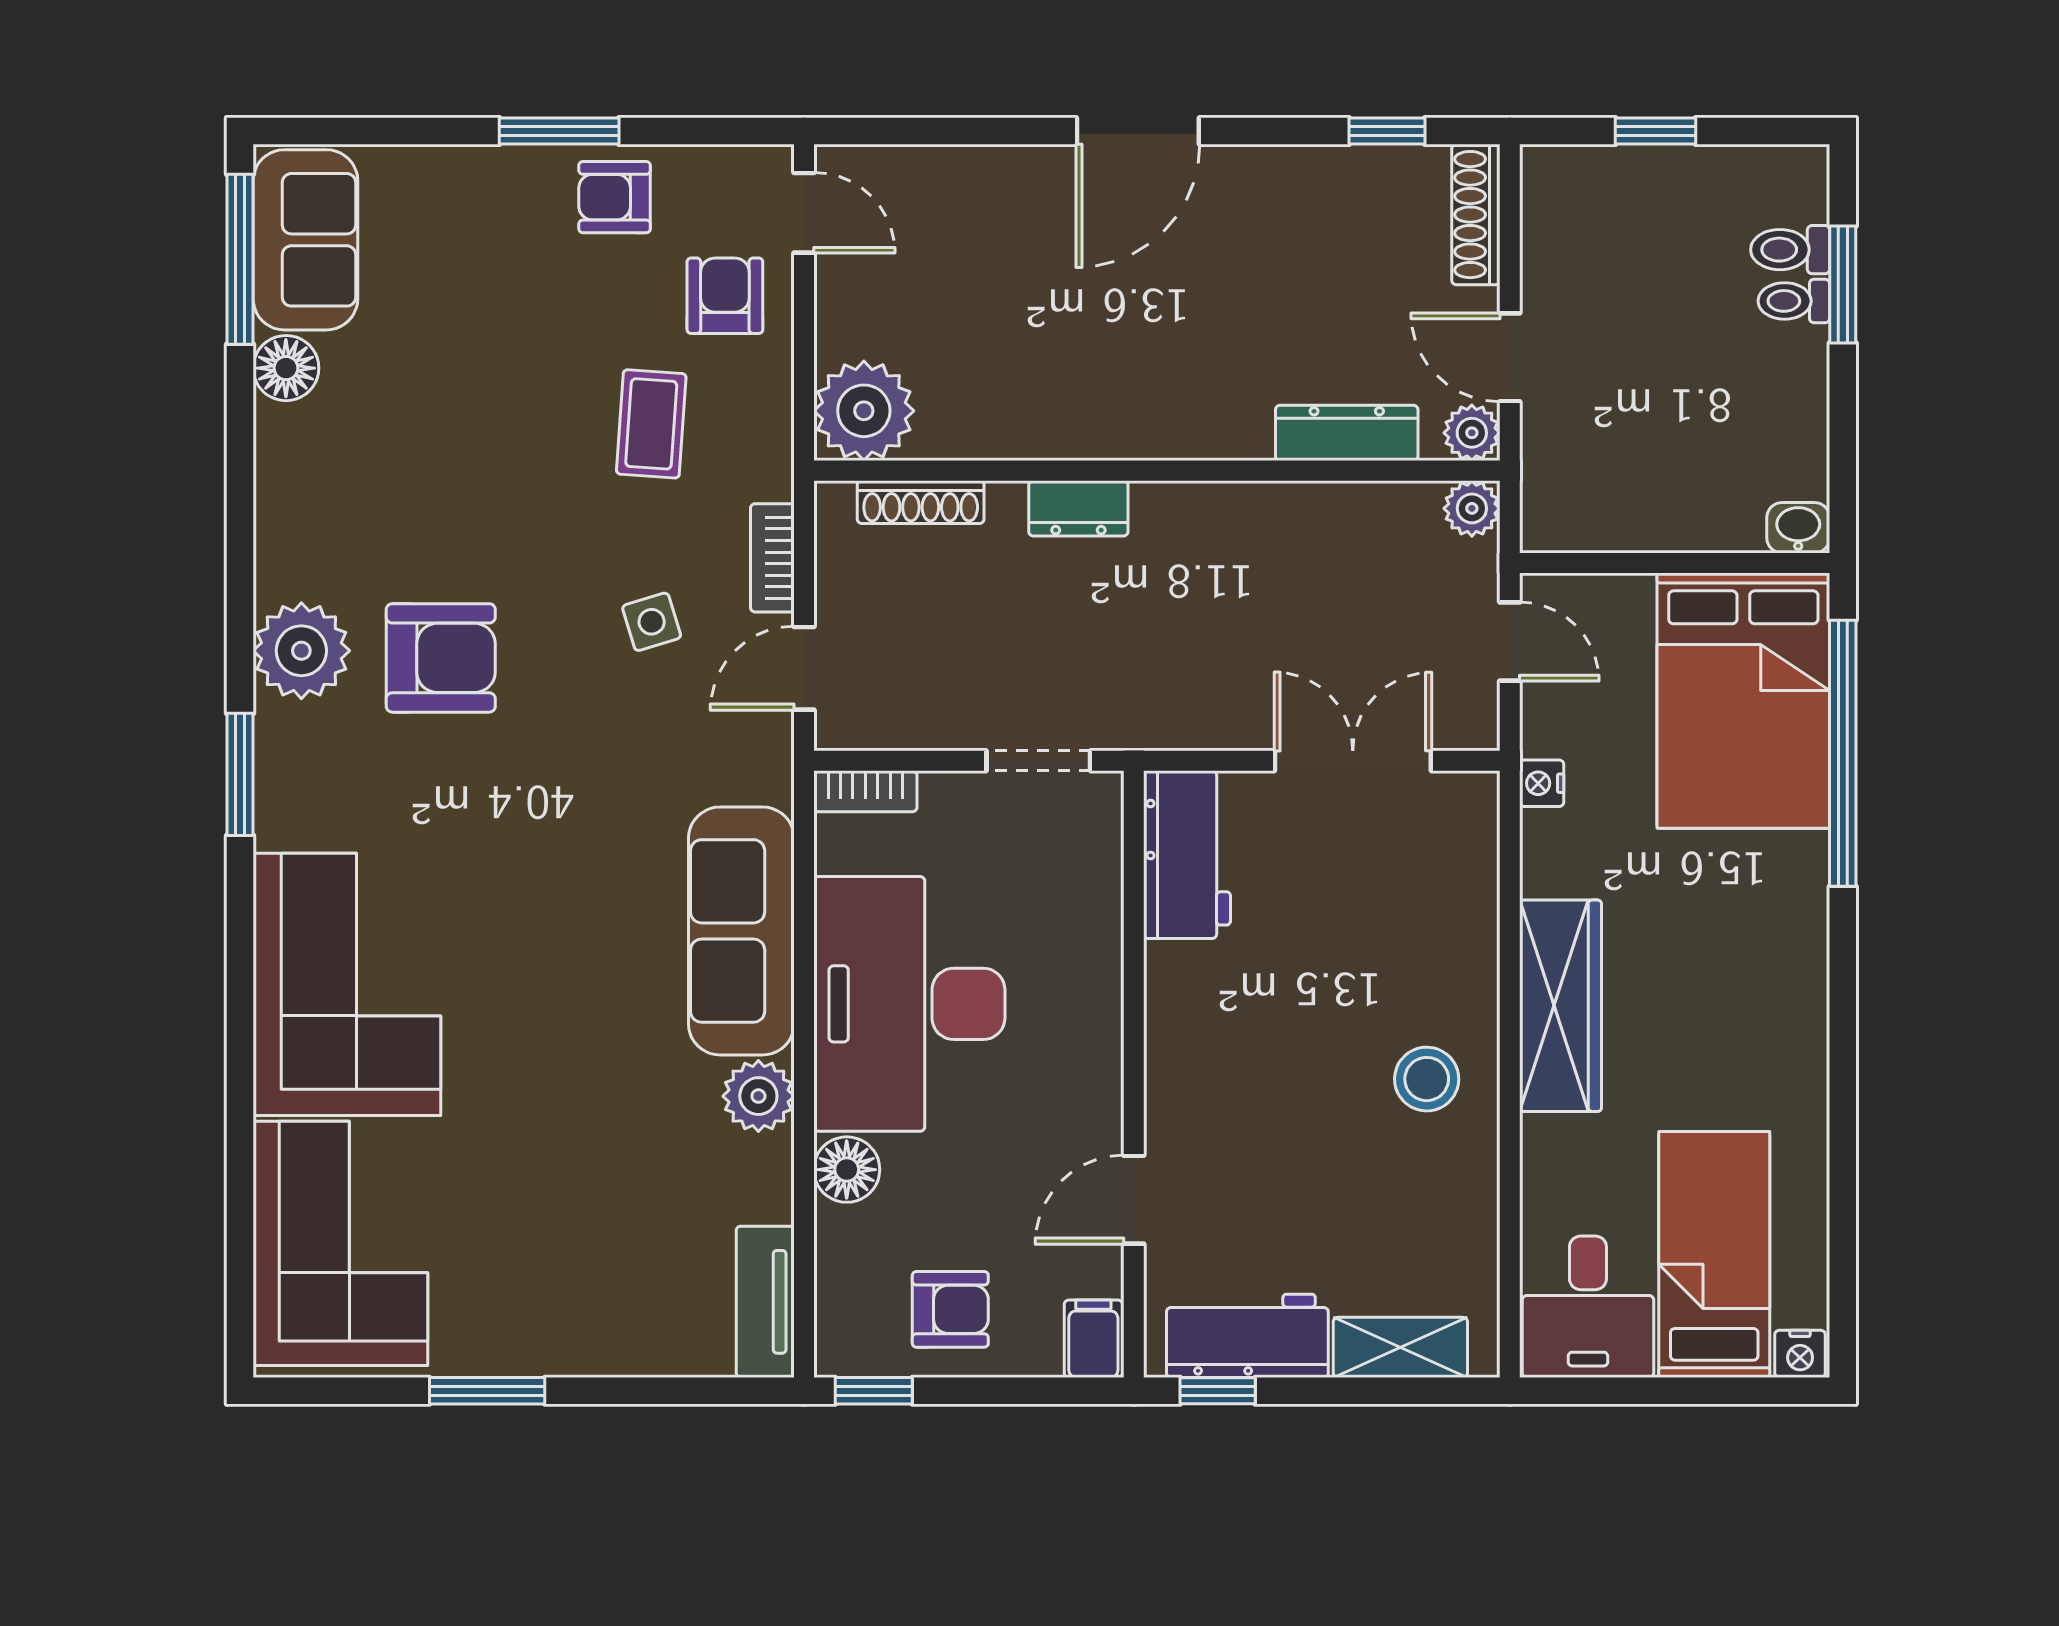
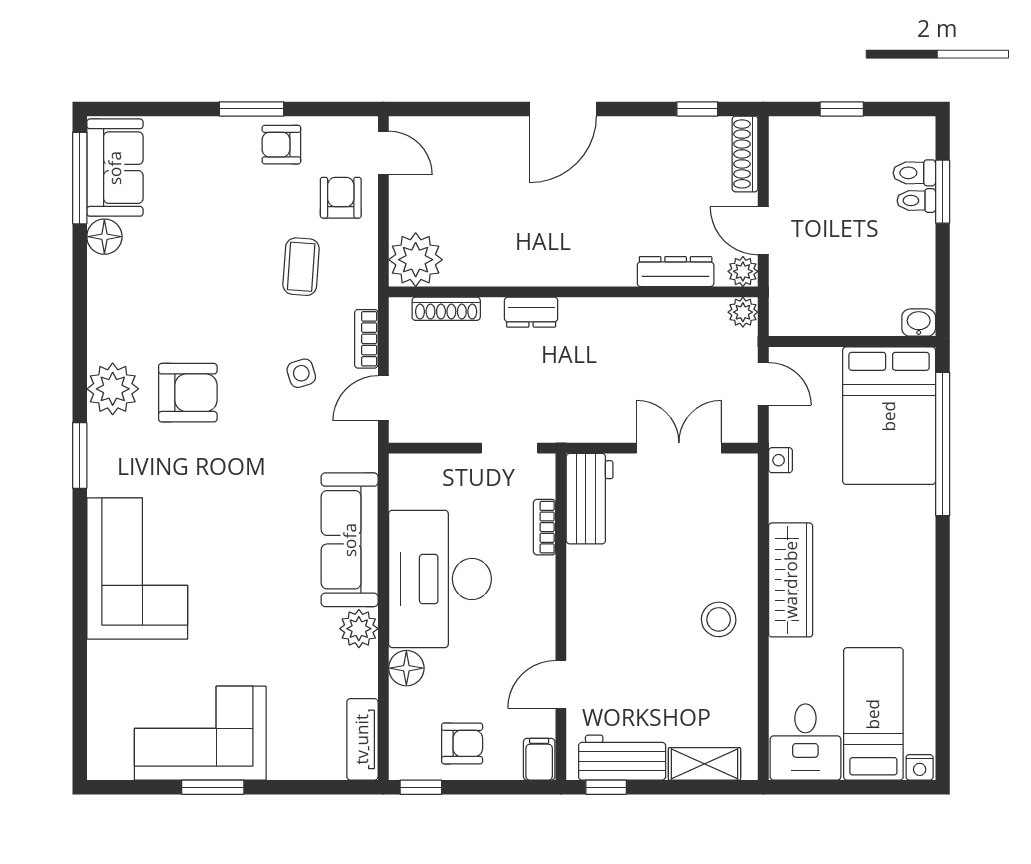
bookcase: (865, 791) -> (544, 527), moved, turned 90
corner sofa: (340, 1243) -> (200, 733), moved, turned -90

